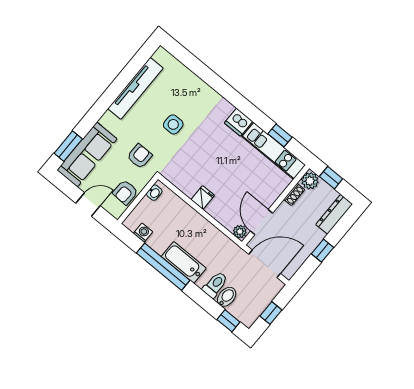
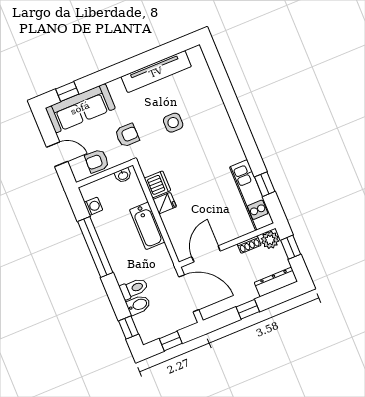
dishwasher: (238, 122) -> (157, 184), moved, turned 180
window: (68, 146) -> (67, 92), width x0.67
plant: (240, 232) -> (182, 252), removed
bathtub: (184, 262) -> (147, 226), moved, turned 180

